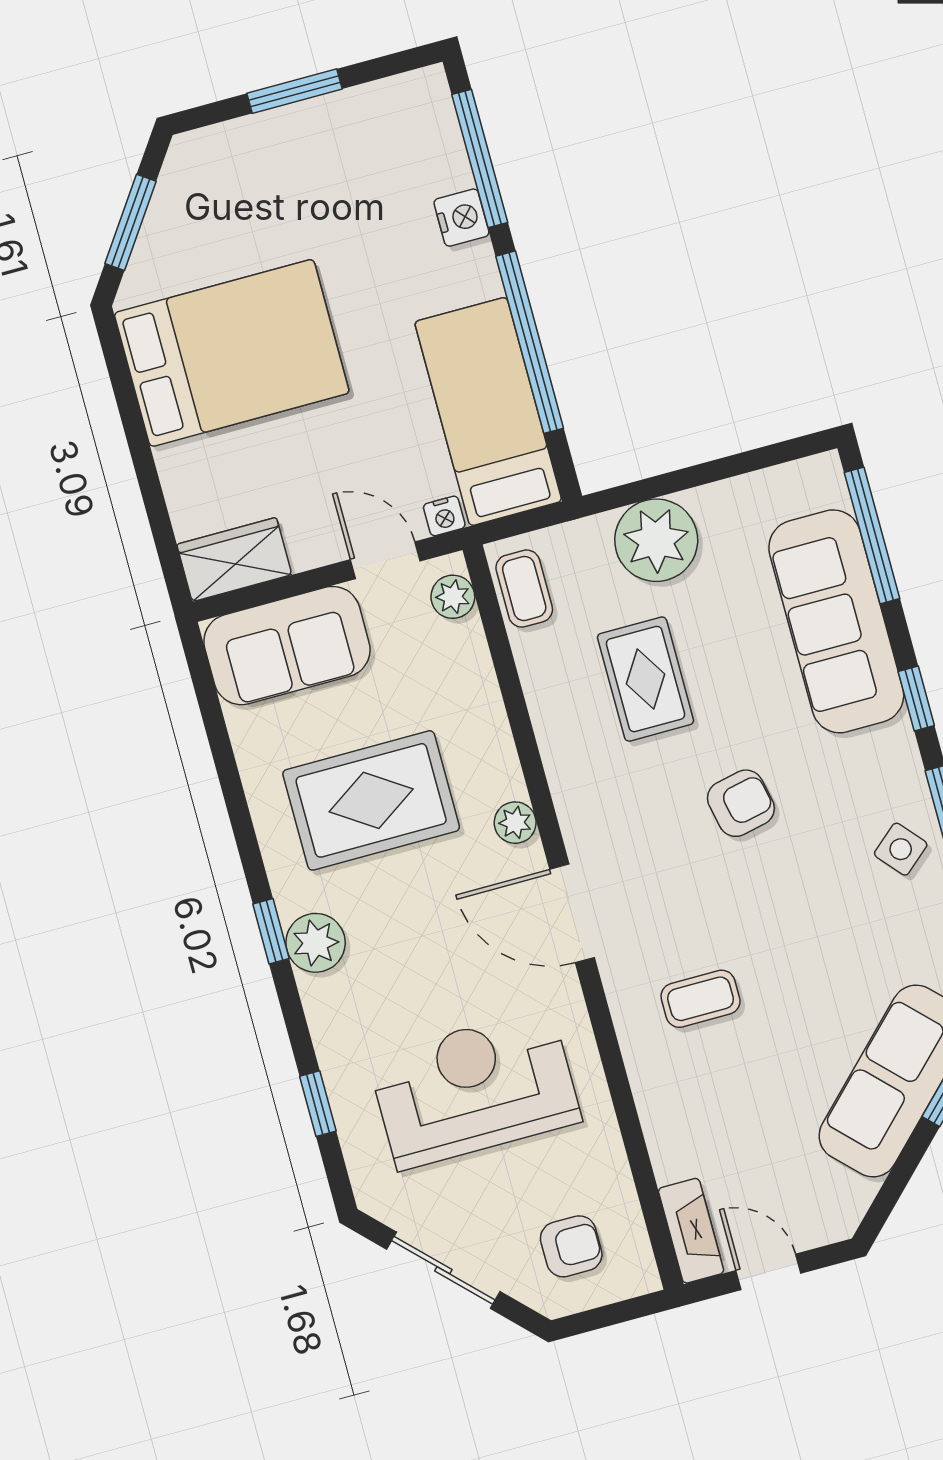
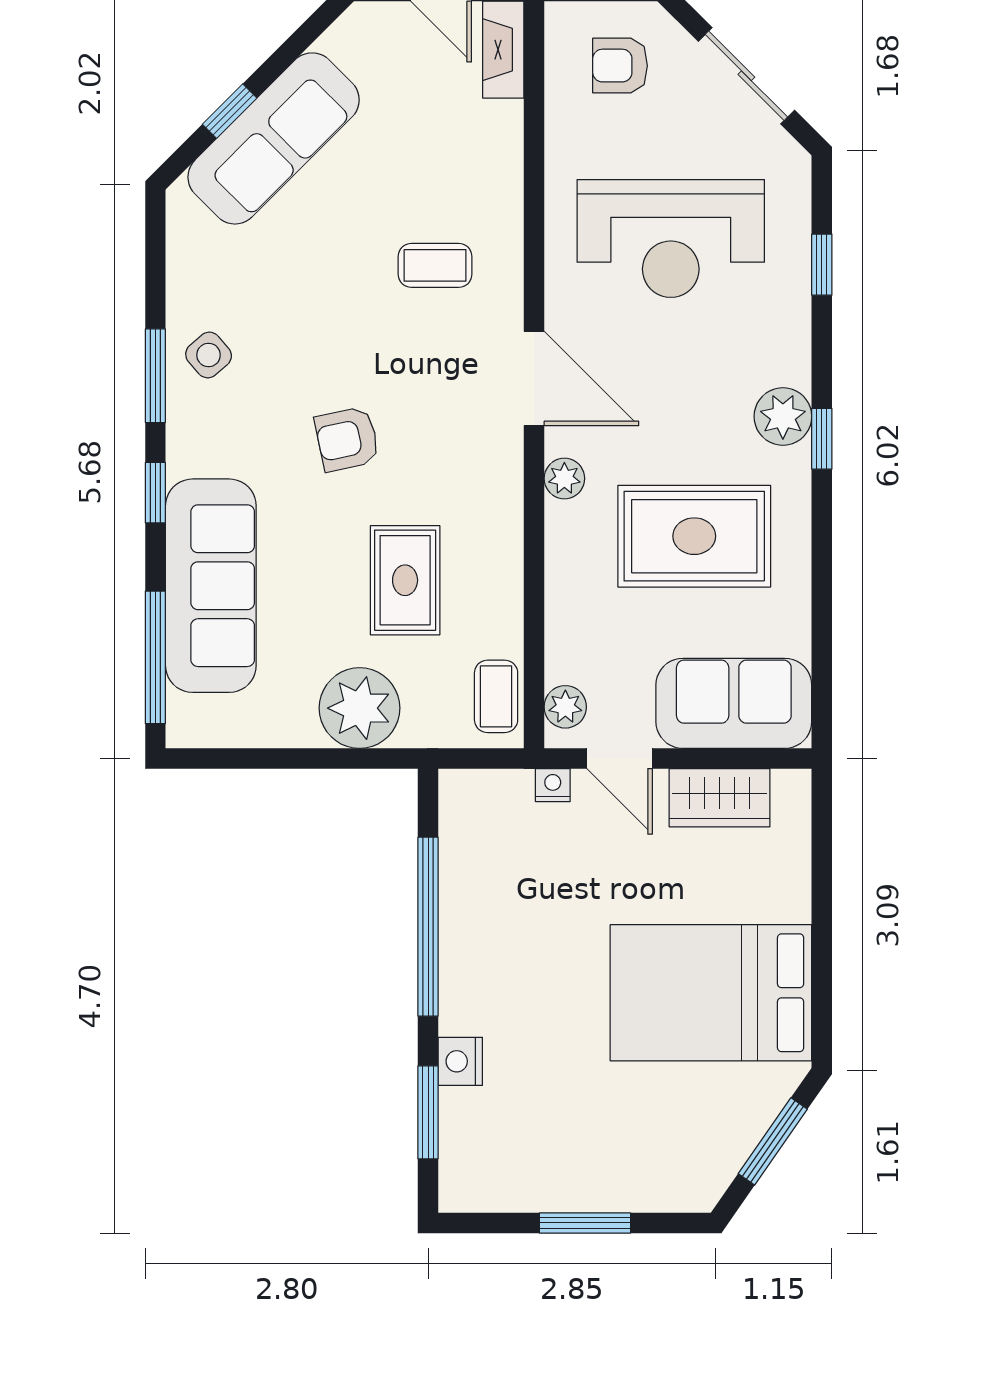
window: (480, 159) -> (428, 1112), width x0.69
bed: (488, 411) -> (485, 872), removed
wardrobe: (234, 559) -> (720, 798), moved

